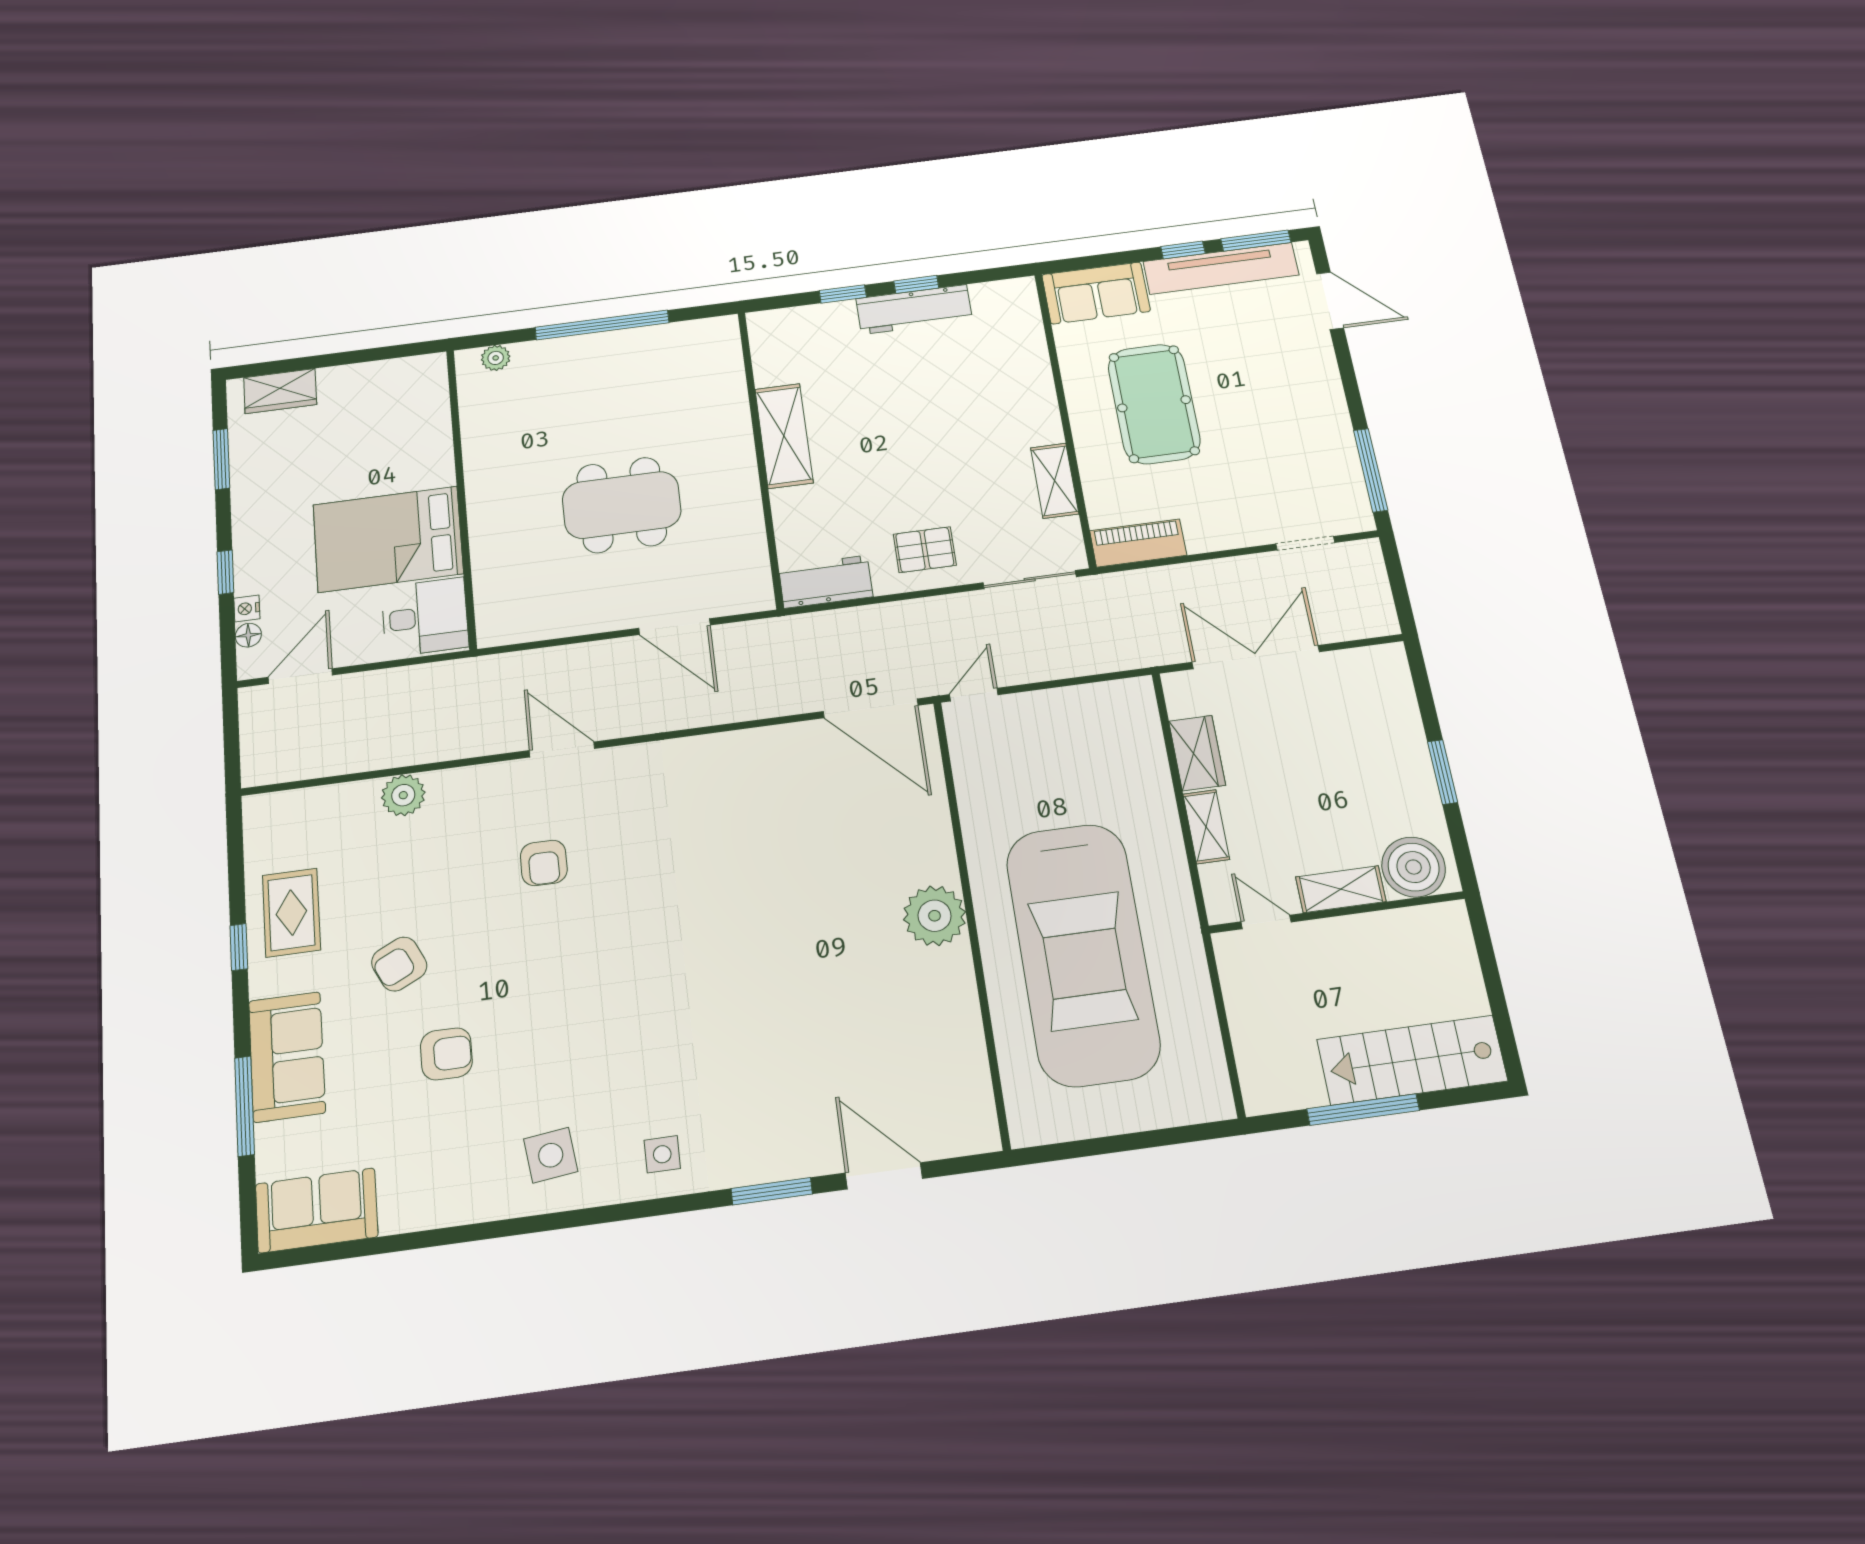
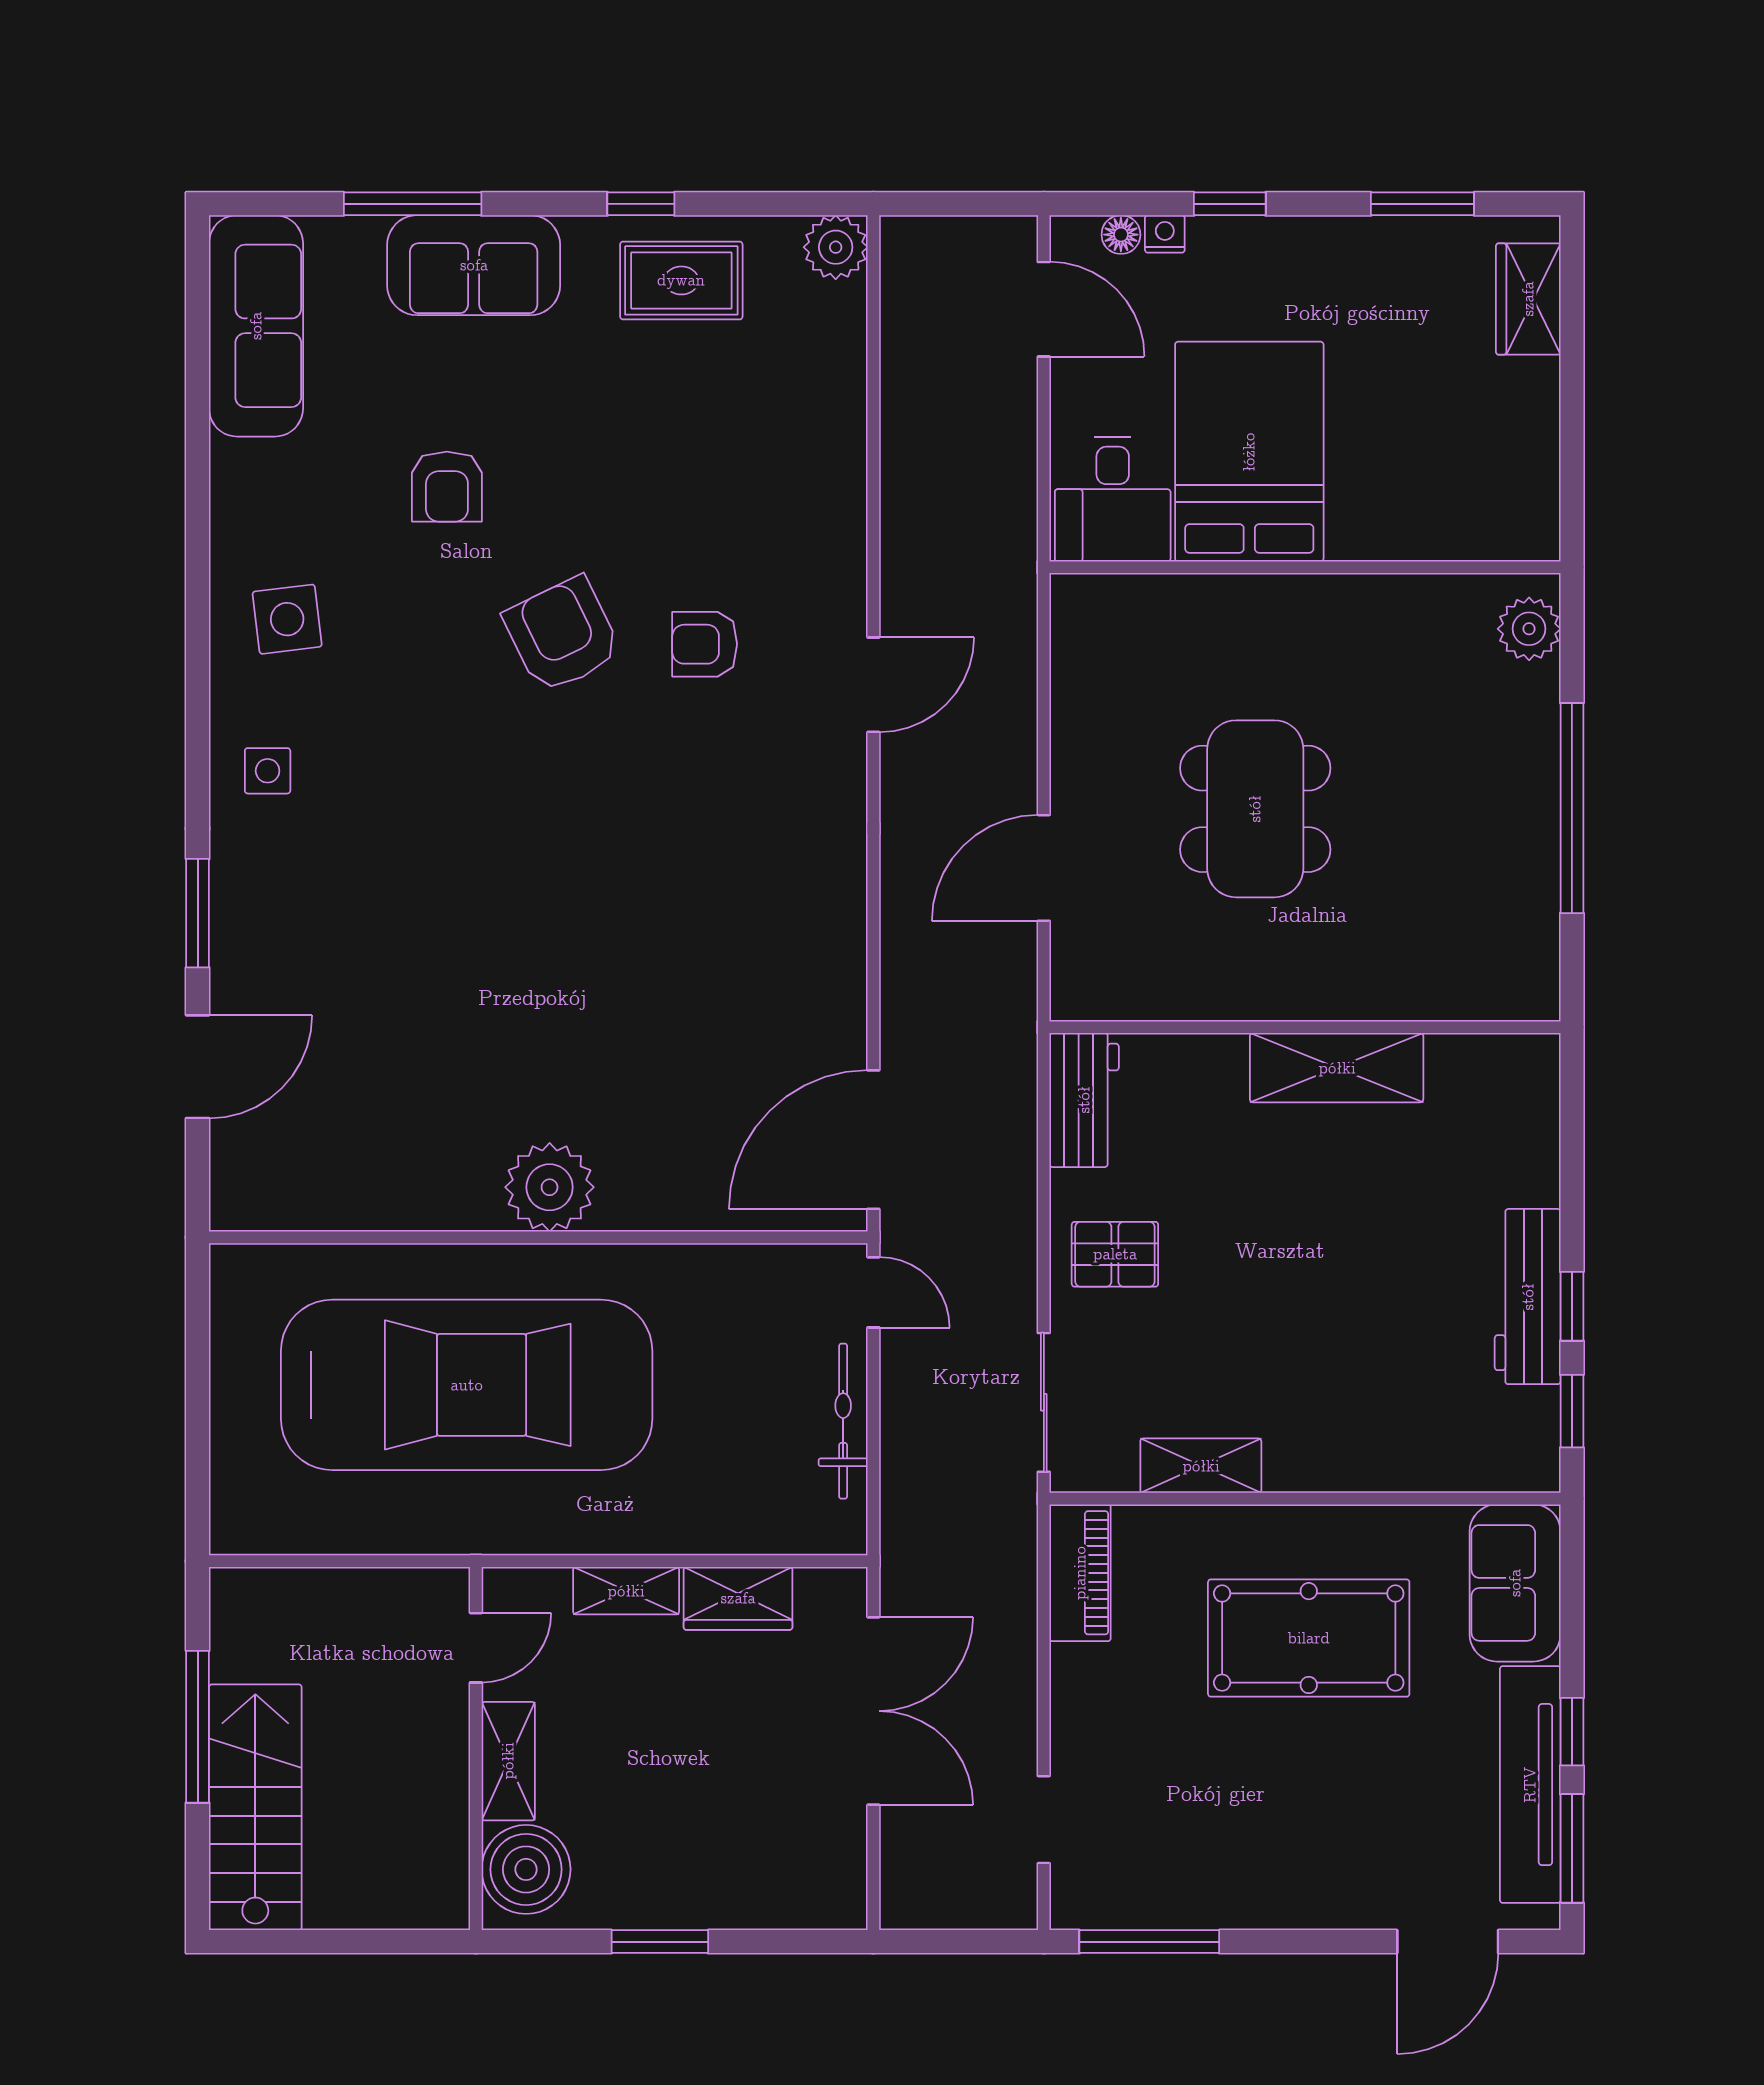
window: (843, 294) -> (1572, 1411), moved
plant: (496, 358) -> (1529, 629), width x1.38, depth x1.38
pallet: (925, 550) -> (1115, 1254), turned 90
bicycle: (1064, 702) -> (843, 1421), added
plant: (403, 795) -> (836, 247), moved
car: (1083, 953) -> (467, 1385), turned 180
armchair: (399, 964) -> (562, 635), moved, width x1.38, depth x1.38
sofa: (317, 1210) -> (256, 326), width x1.36

